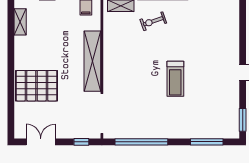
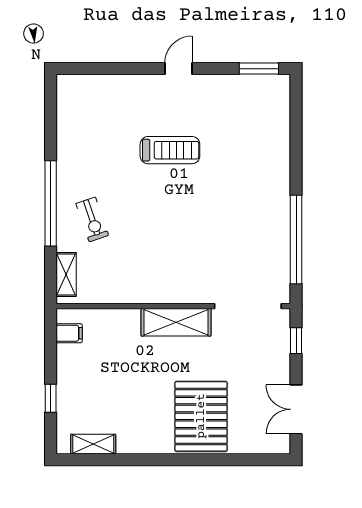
shelving: (92, 61) -> (176, 322), width x0.68
treadmill: (175, 79) -> (170, 150), moved
window: (207, 142) -> (296, 129), removed

